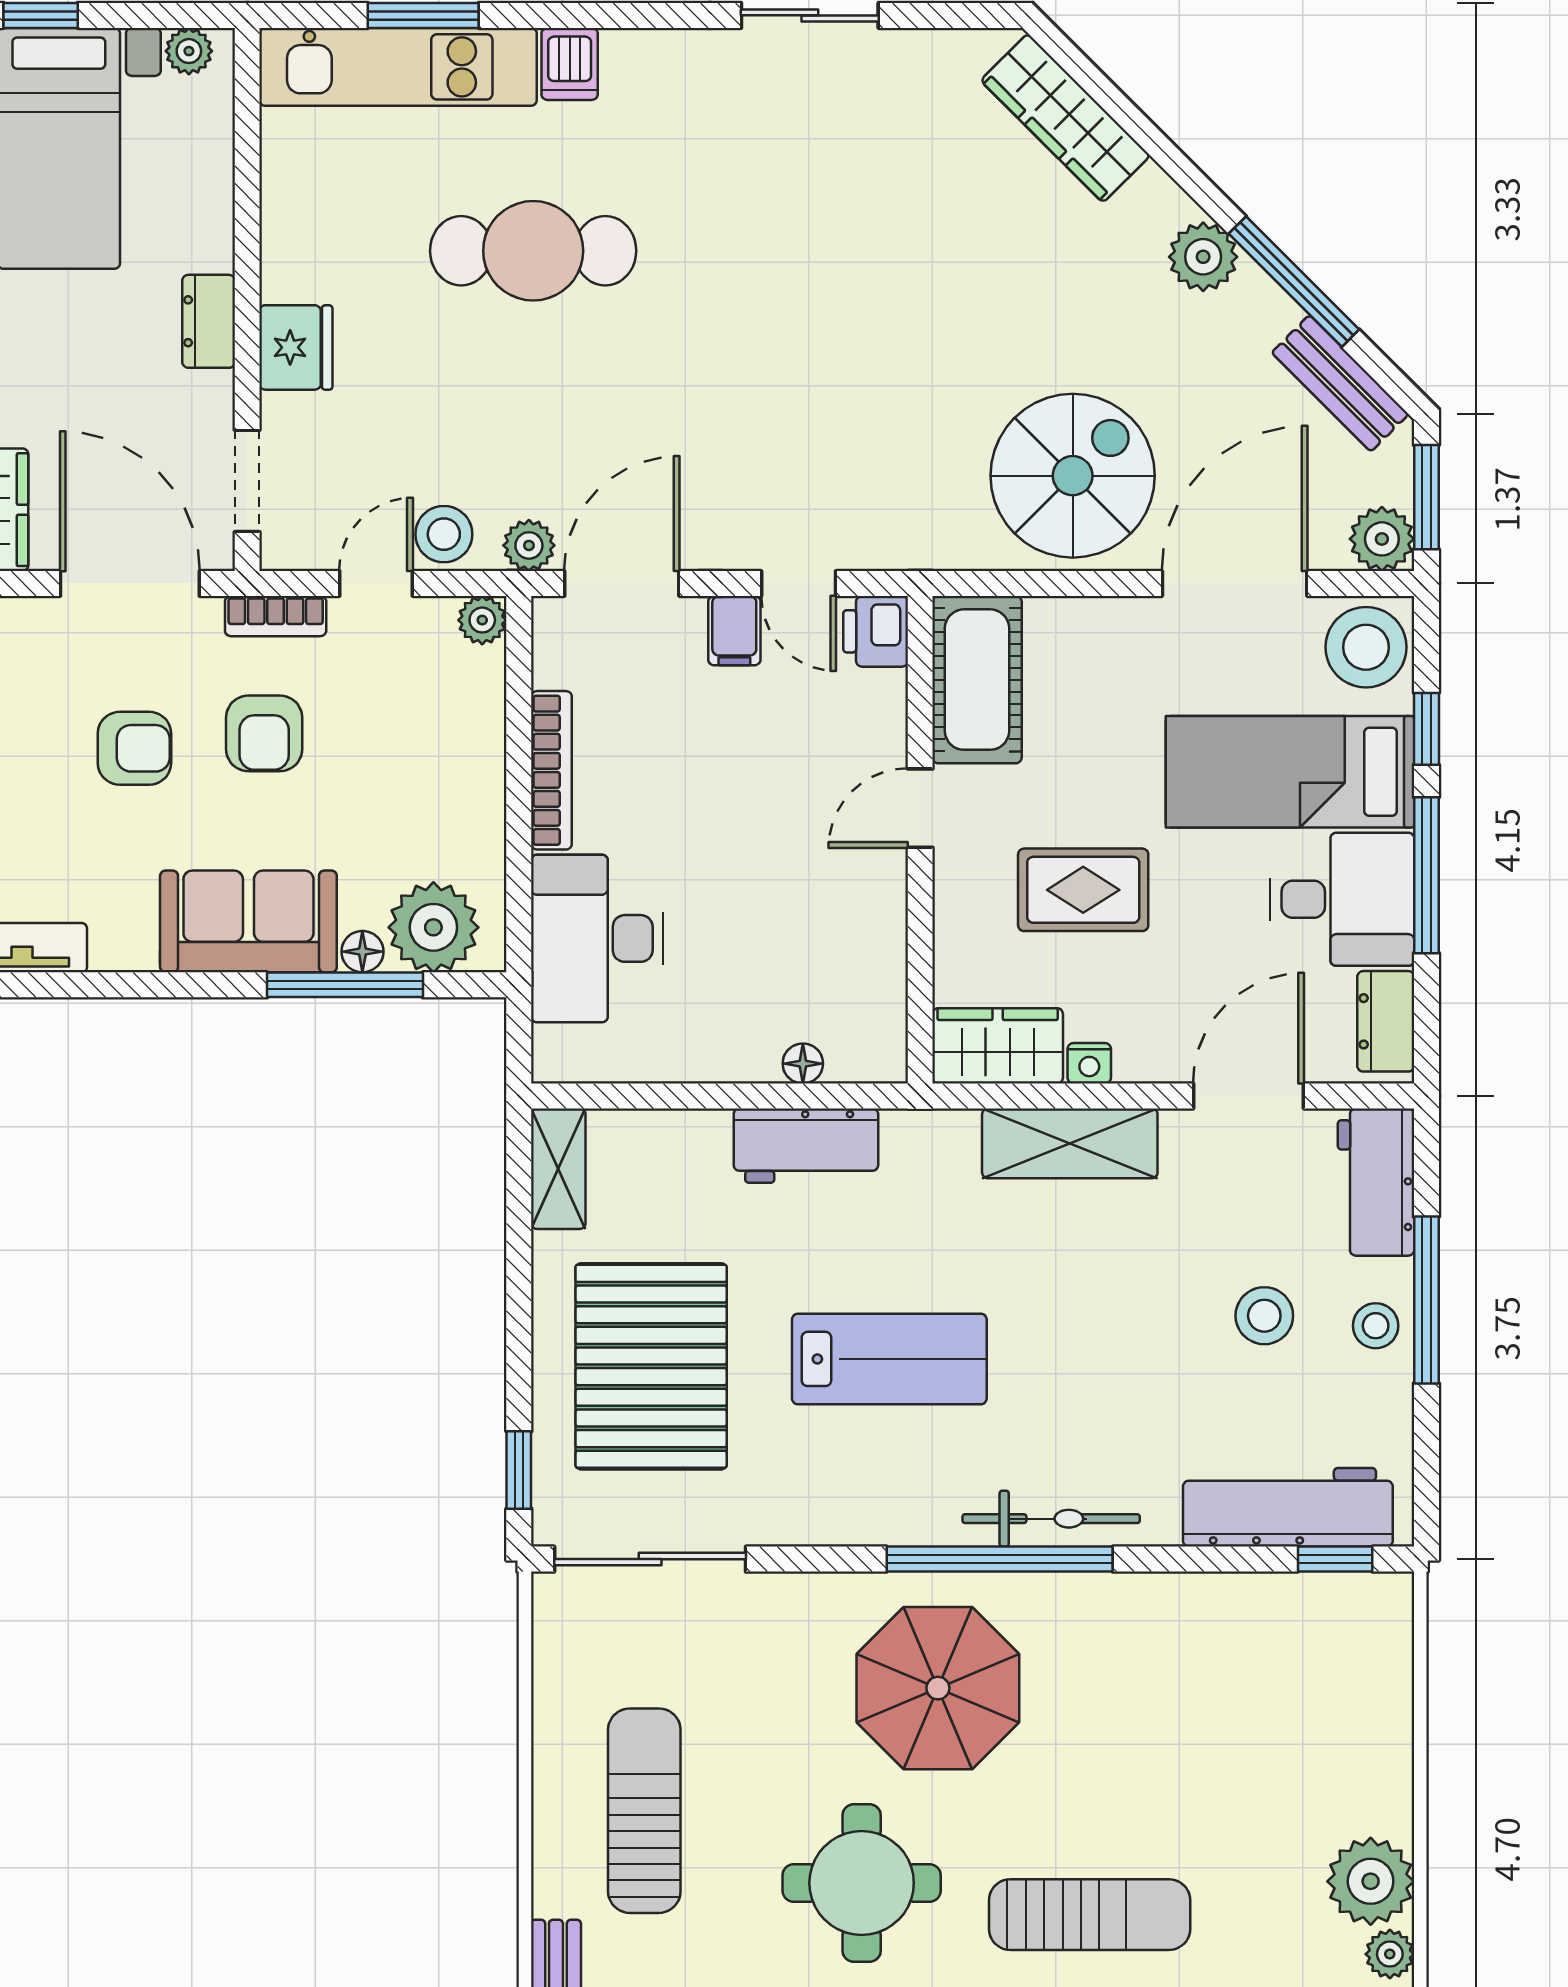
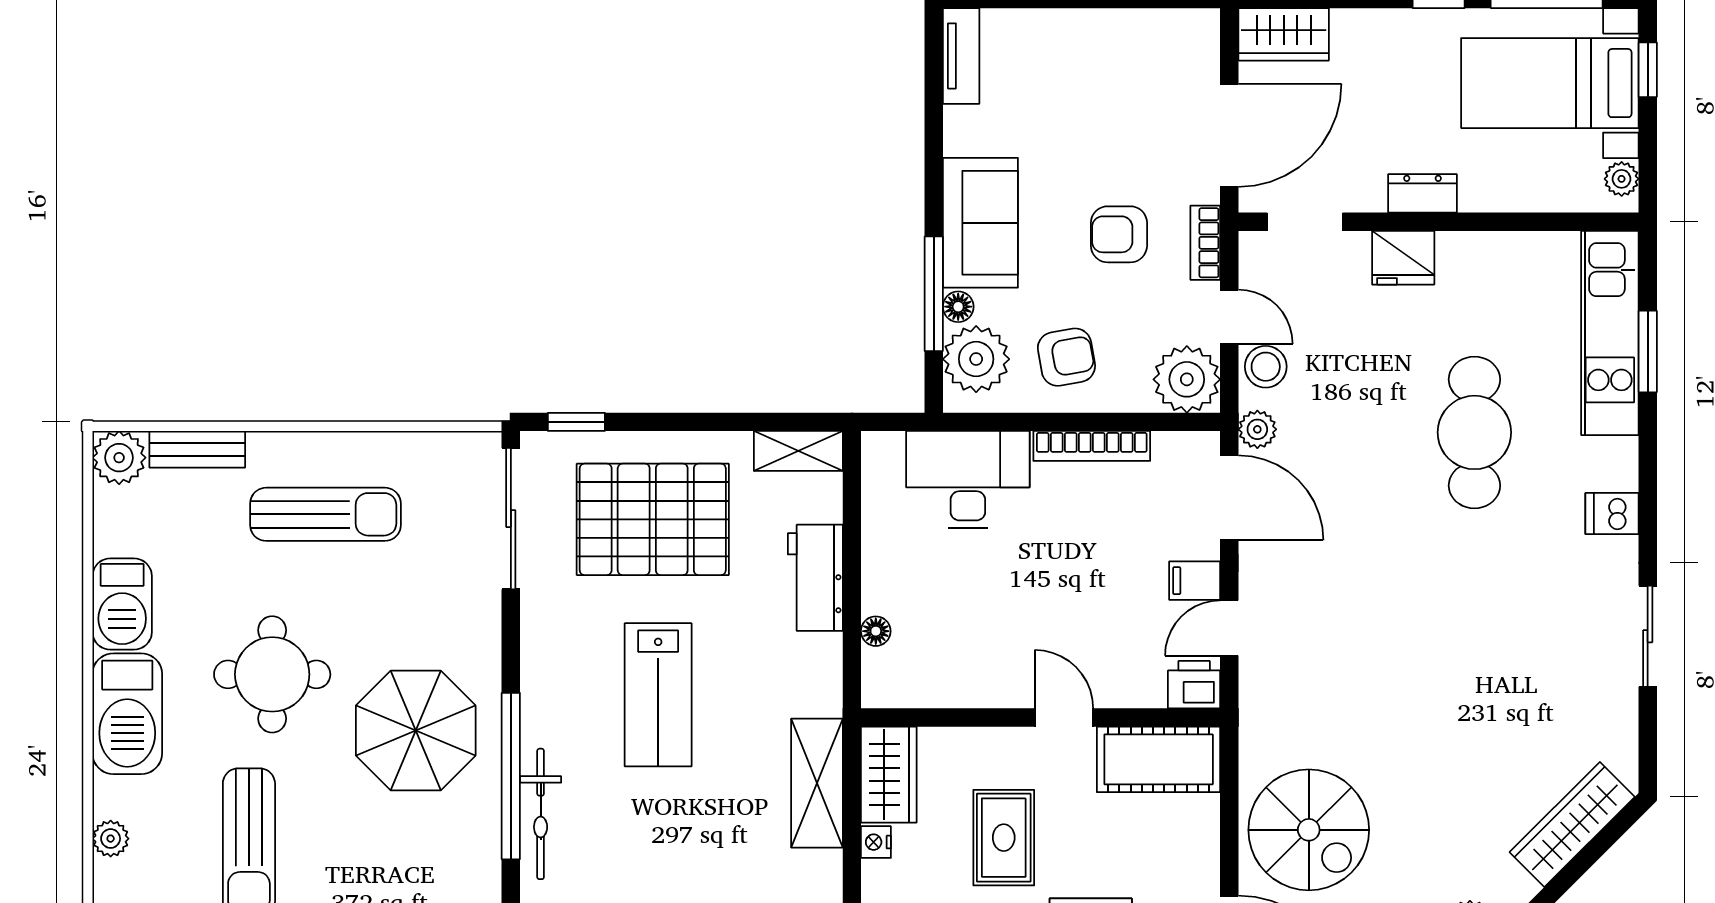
dishwasher: (570, 64) -> (1612, 514), moved
plant: (482, 620) -> (1187, 379), width x1.87, depth x1.87
armchair: (134, 748) -> (1066, 357), moved, turned -100
shelving: (1070, 1143) -> (817, 783), moved
workbench: (806, 1146) -> (815, 578), moved

